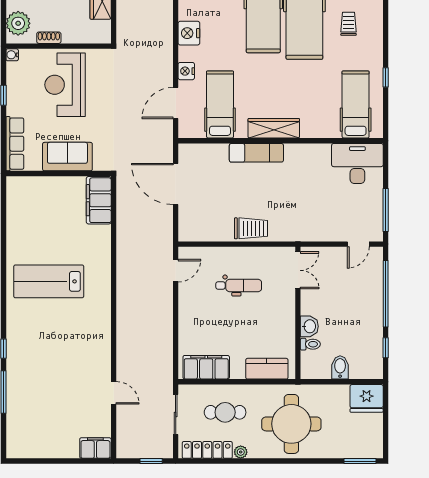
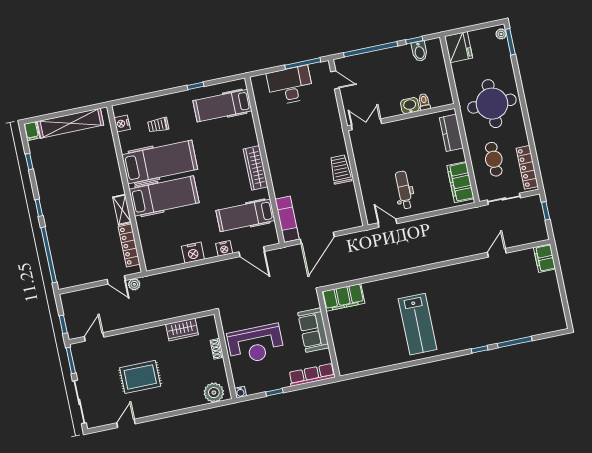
shoe rack: (49, 38) -> (217, 349), moved
exam couch: (256, 153) -> (287, 219), moved
desk: (357, 164) -> (290, 85), moved, turned 90
dental chair: (239, 285) -> (404, 190), moved
bidet: (340, 367) -> (419, 51), moved, turned -90
plant: (241, 452) -> (501, 34), moved

